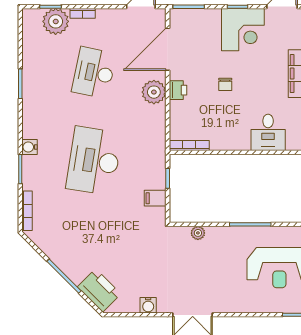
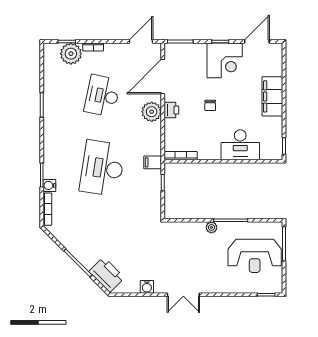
desk: (268, 132) -> (240, 145), width x1.37
water cooler: (29, 147) -> (49, 185), moved
filing cabinet: (155, 198) -> (153, 162), moved
plant: (198, 233) -> (211, 227), moved

